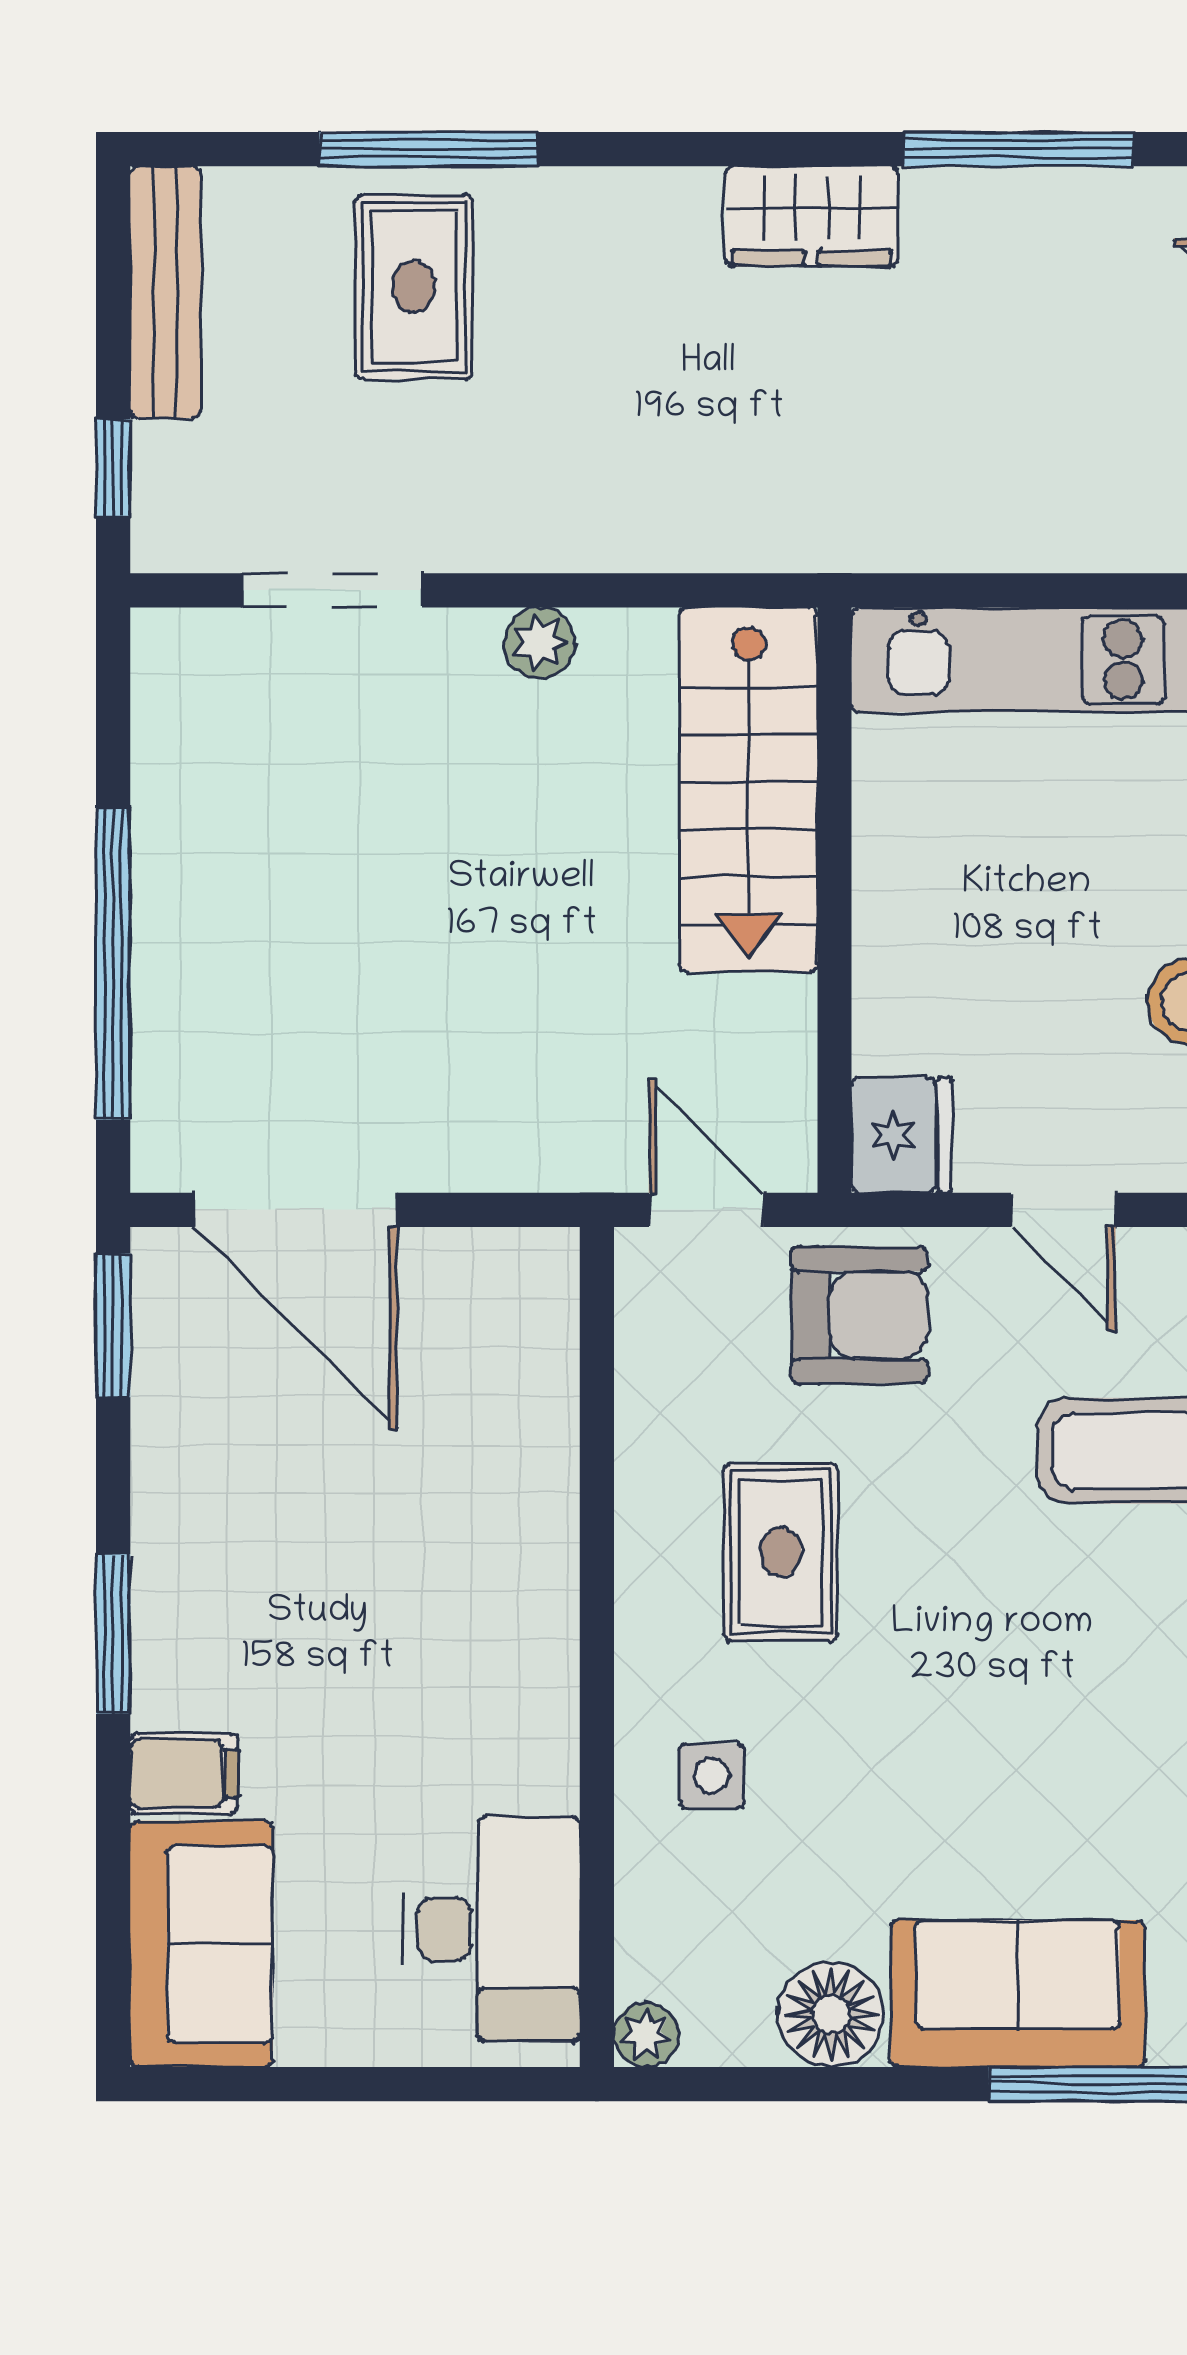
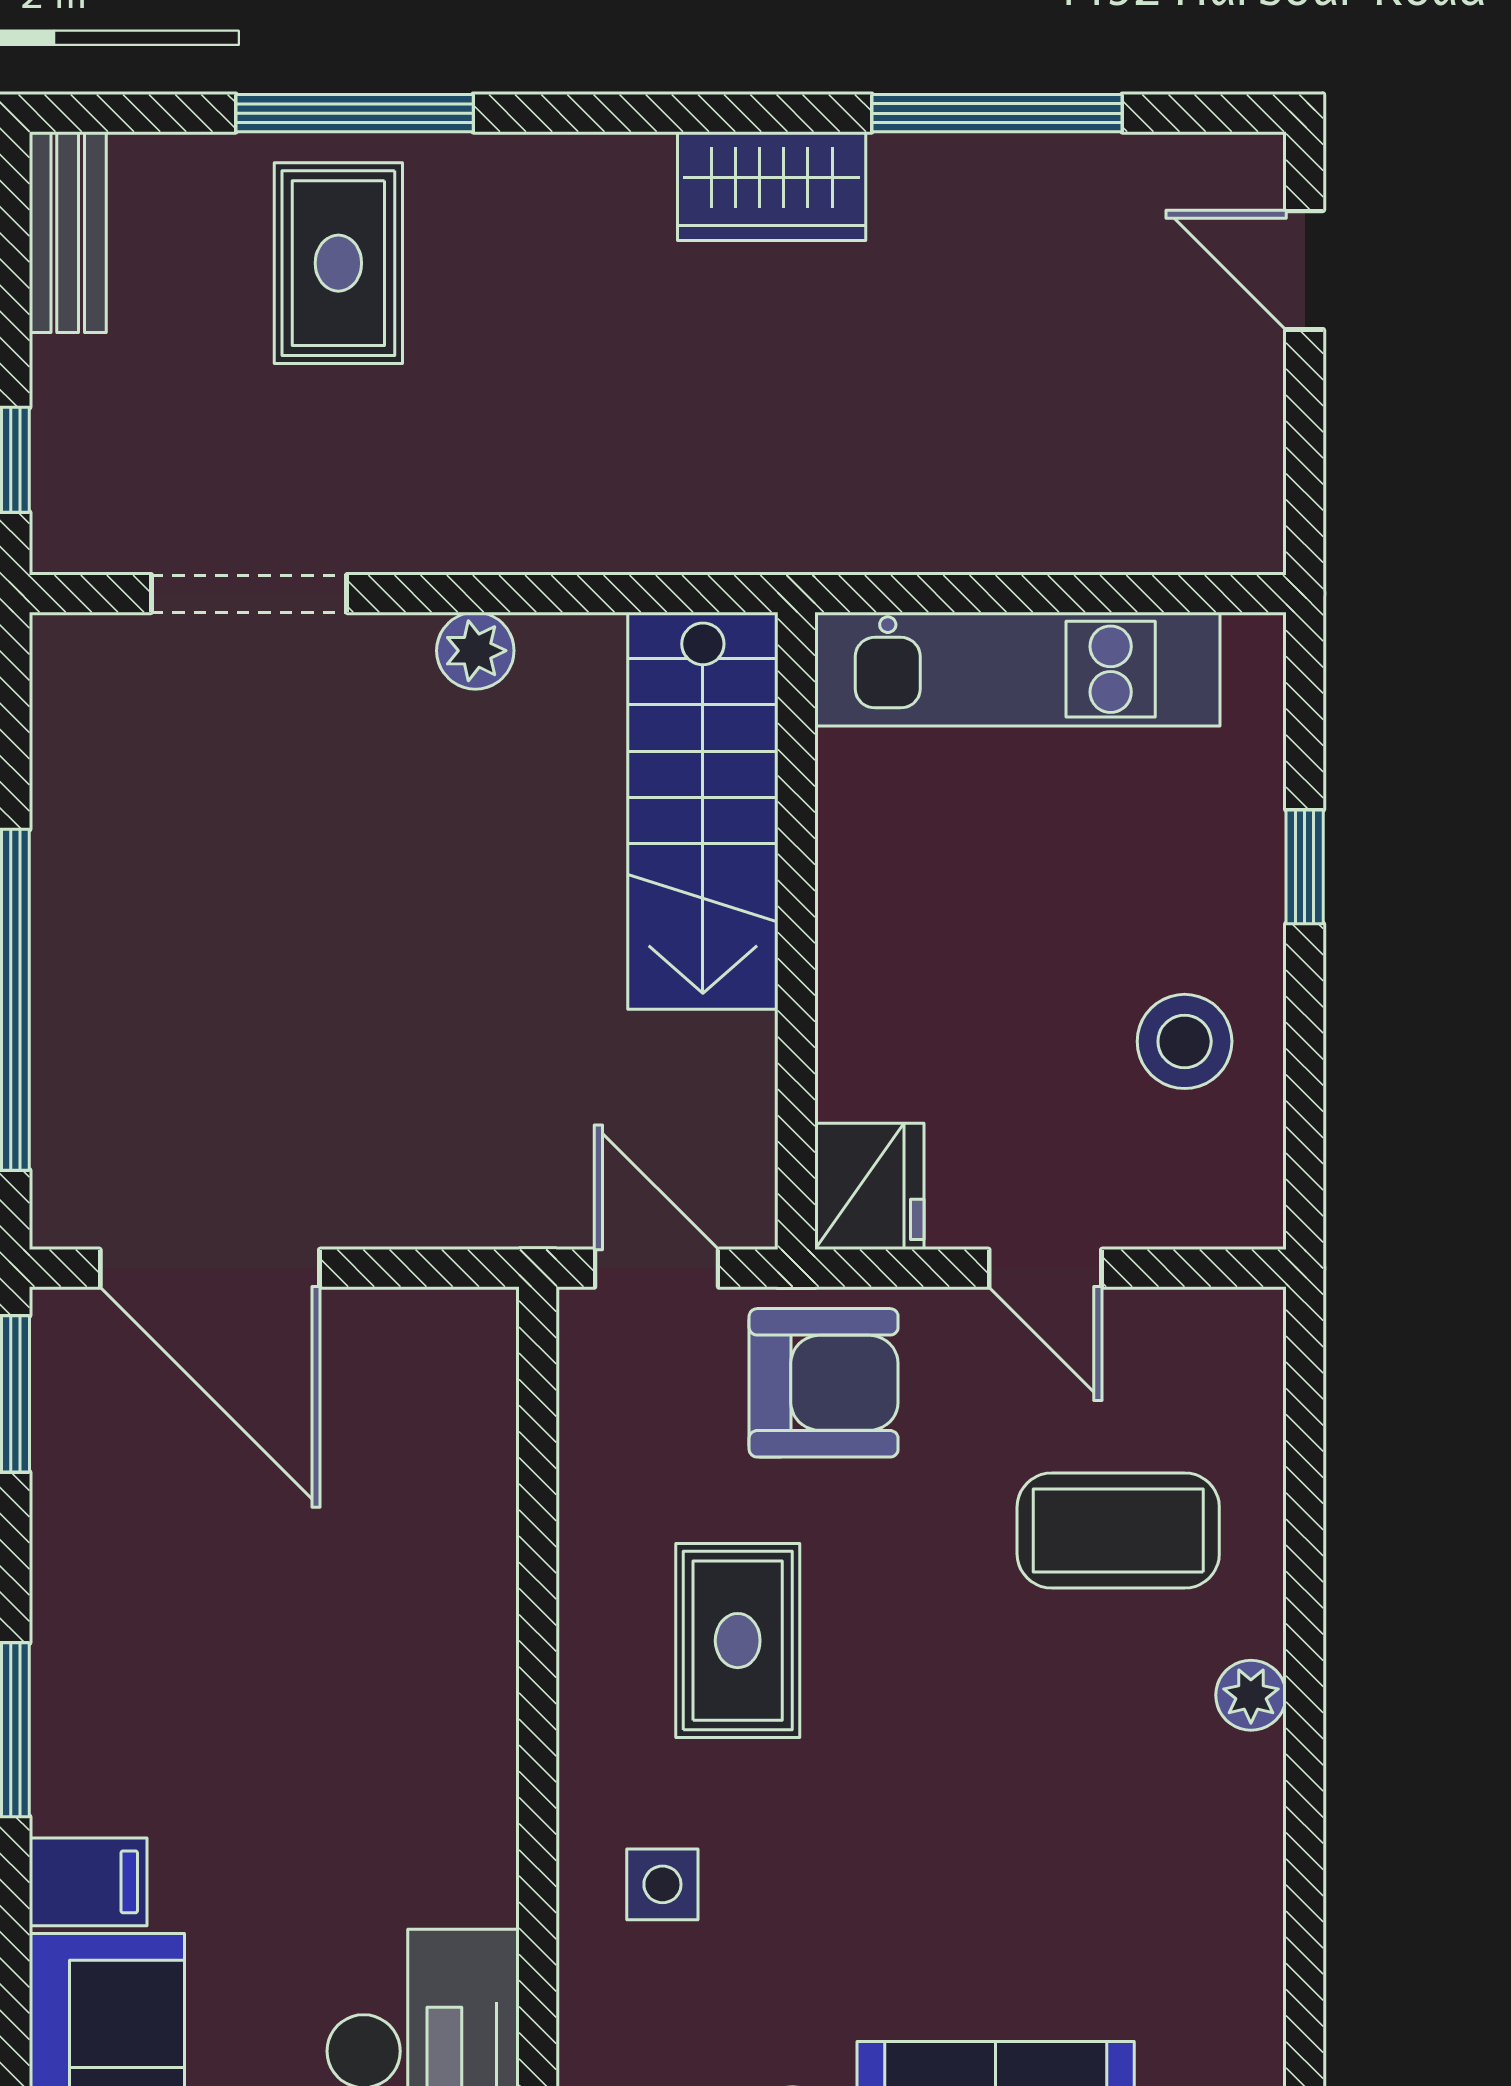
bench: (165, 292) -> (68, 232), width x0.73

